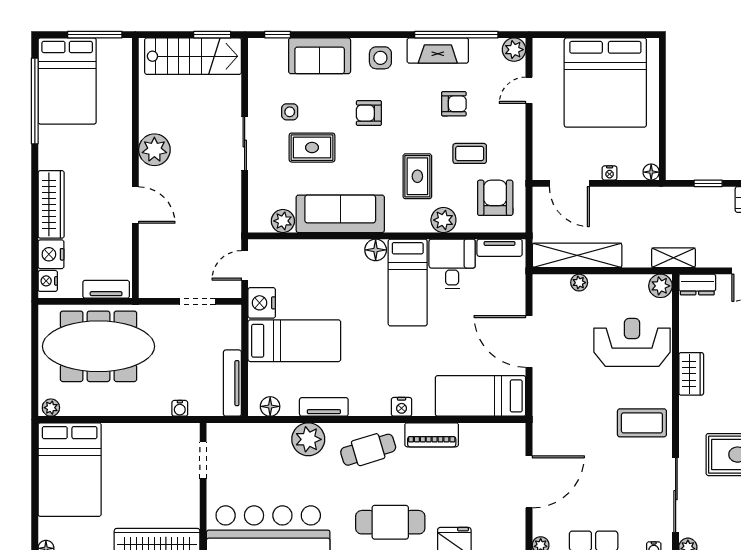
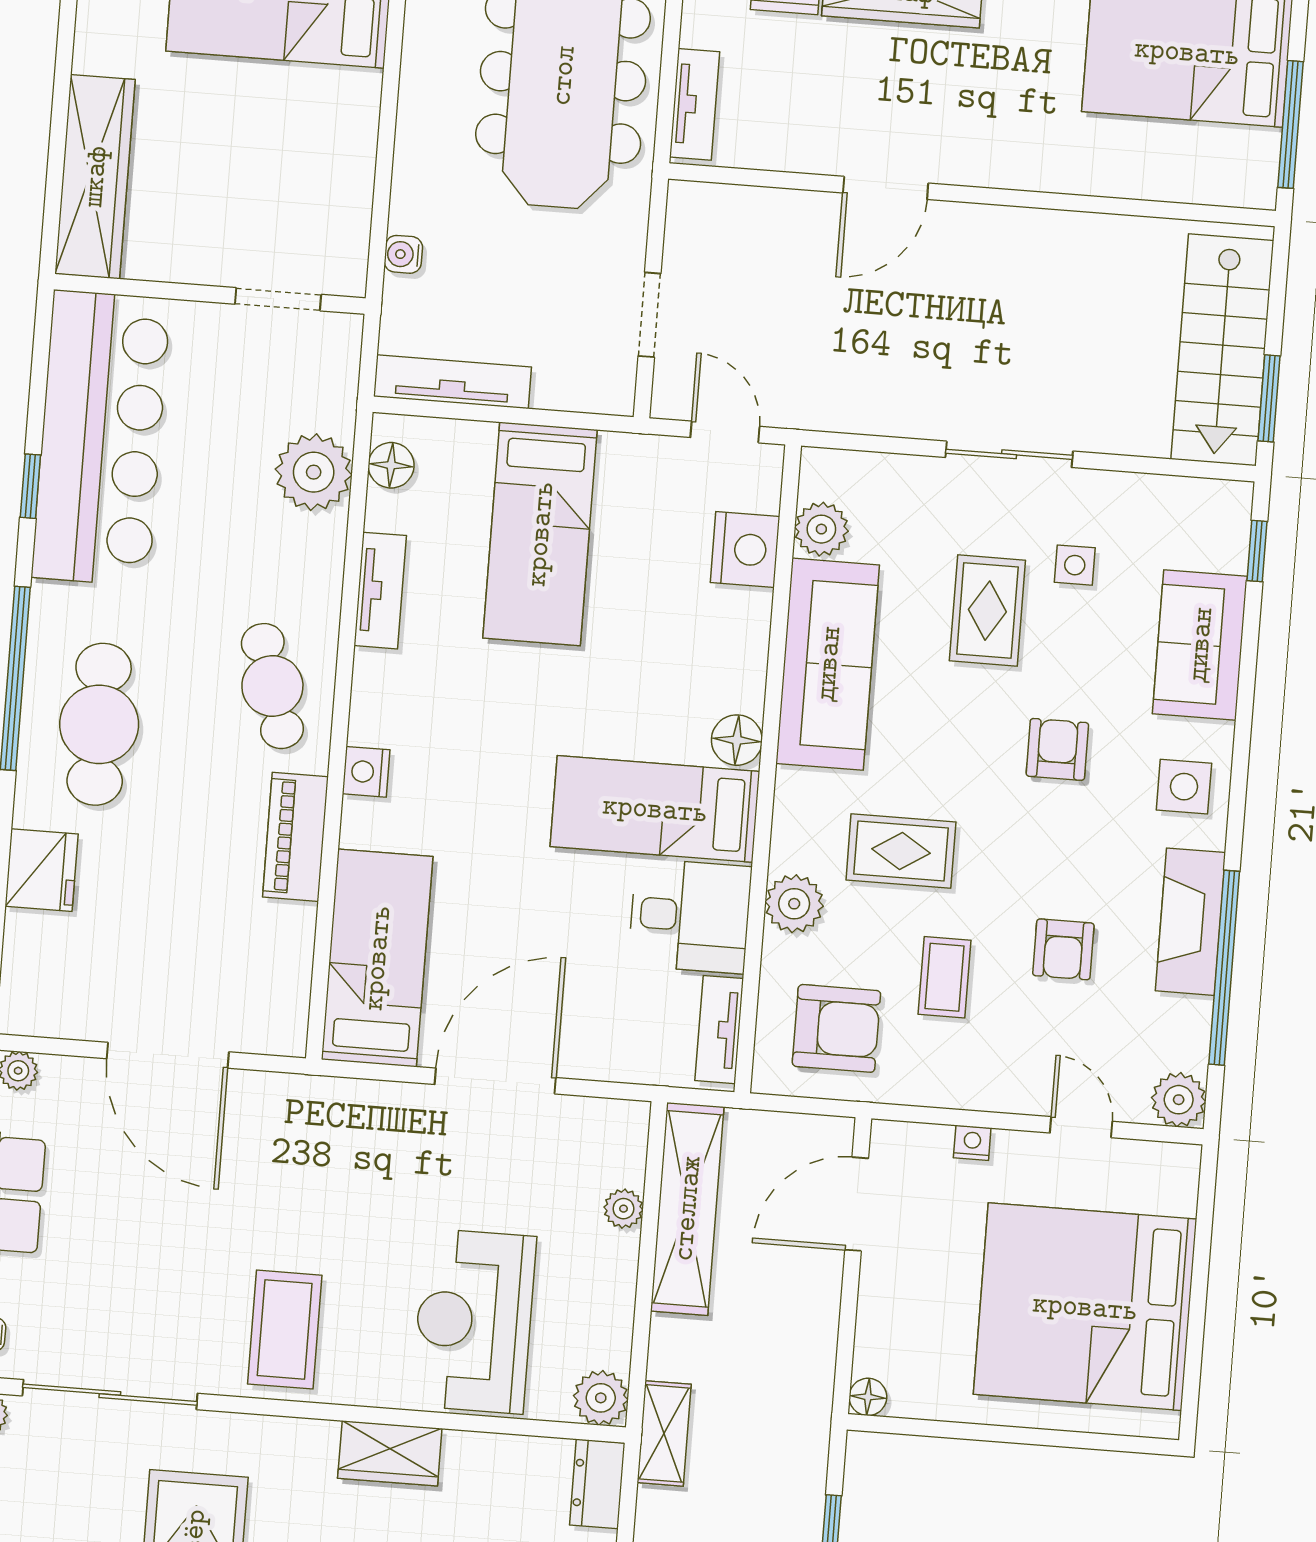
plant: (154, 150) -> (1011, 243), removed
nightstand: (610, 173) -> (972, 1143), moved, turned 90
nightstand: (262, 303) -> (745, 549), moved, turned 90
reception desk: (632, 342) -> (474, 1321), turned 180
plant: (308, 439) -> (314, 472), moved

